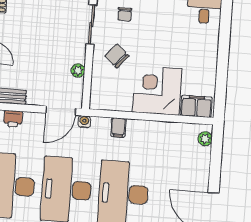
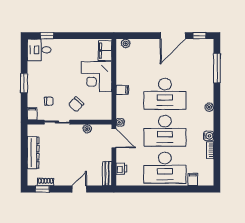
window: (226, 18) -> (47, 36), added
filing cabinet: (118, 127) -> (122, 90), moved

